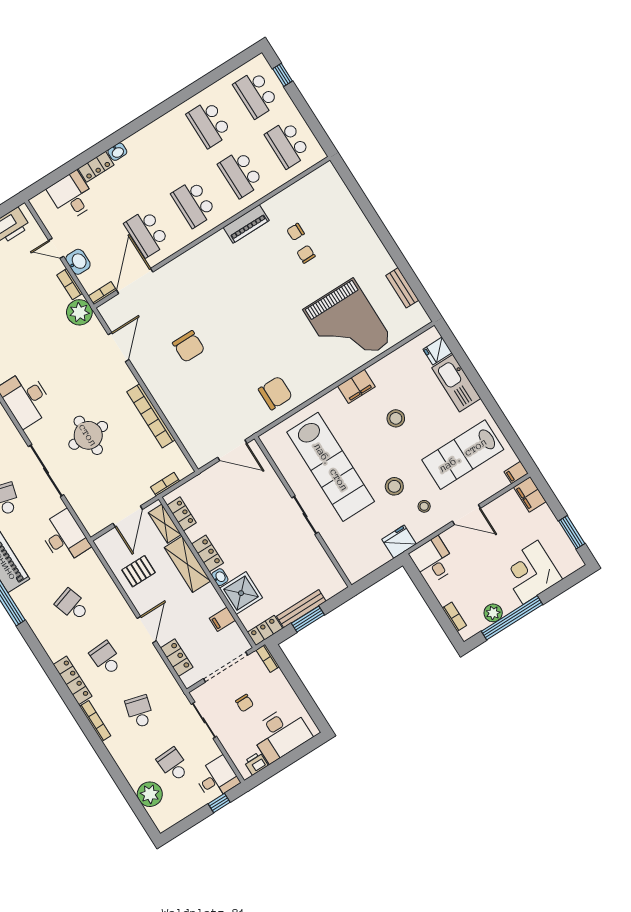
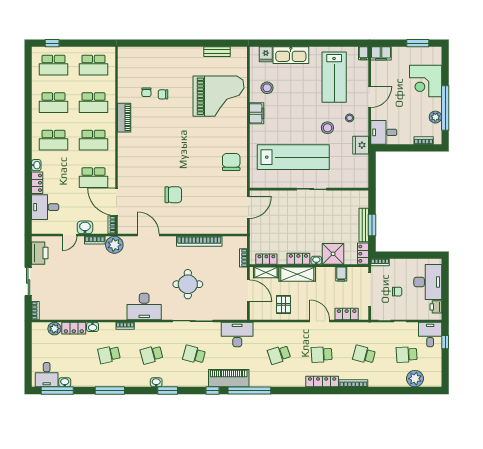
school desk: (162, 153) -> (53, 140), added
stool: (396, 418) -> (267, 88), moved

